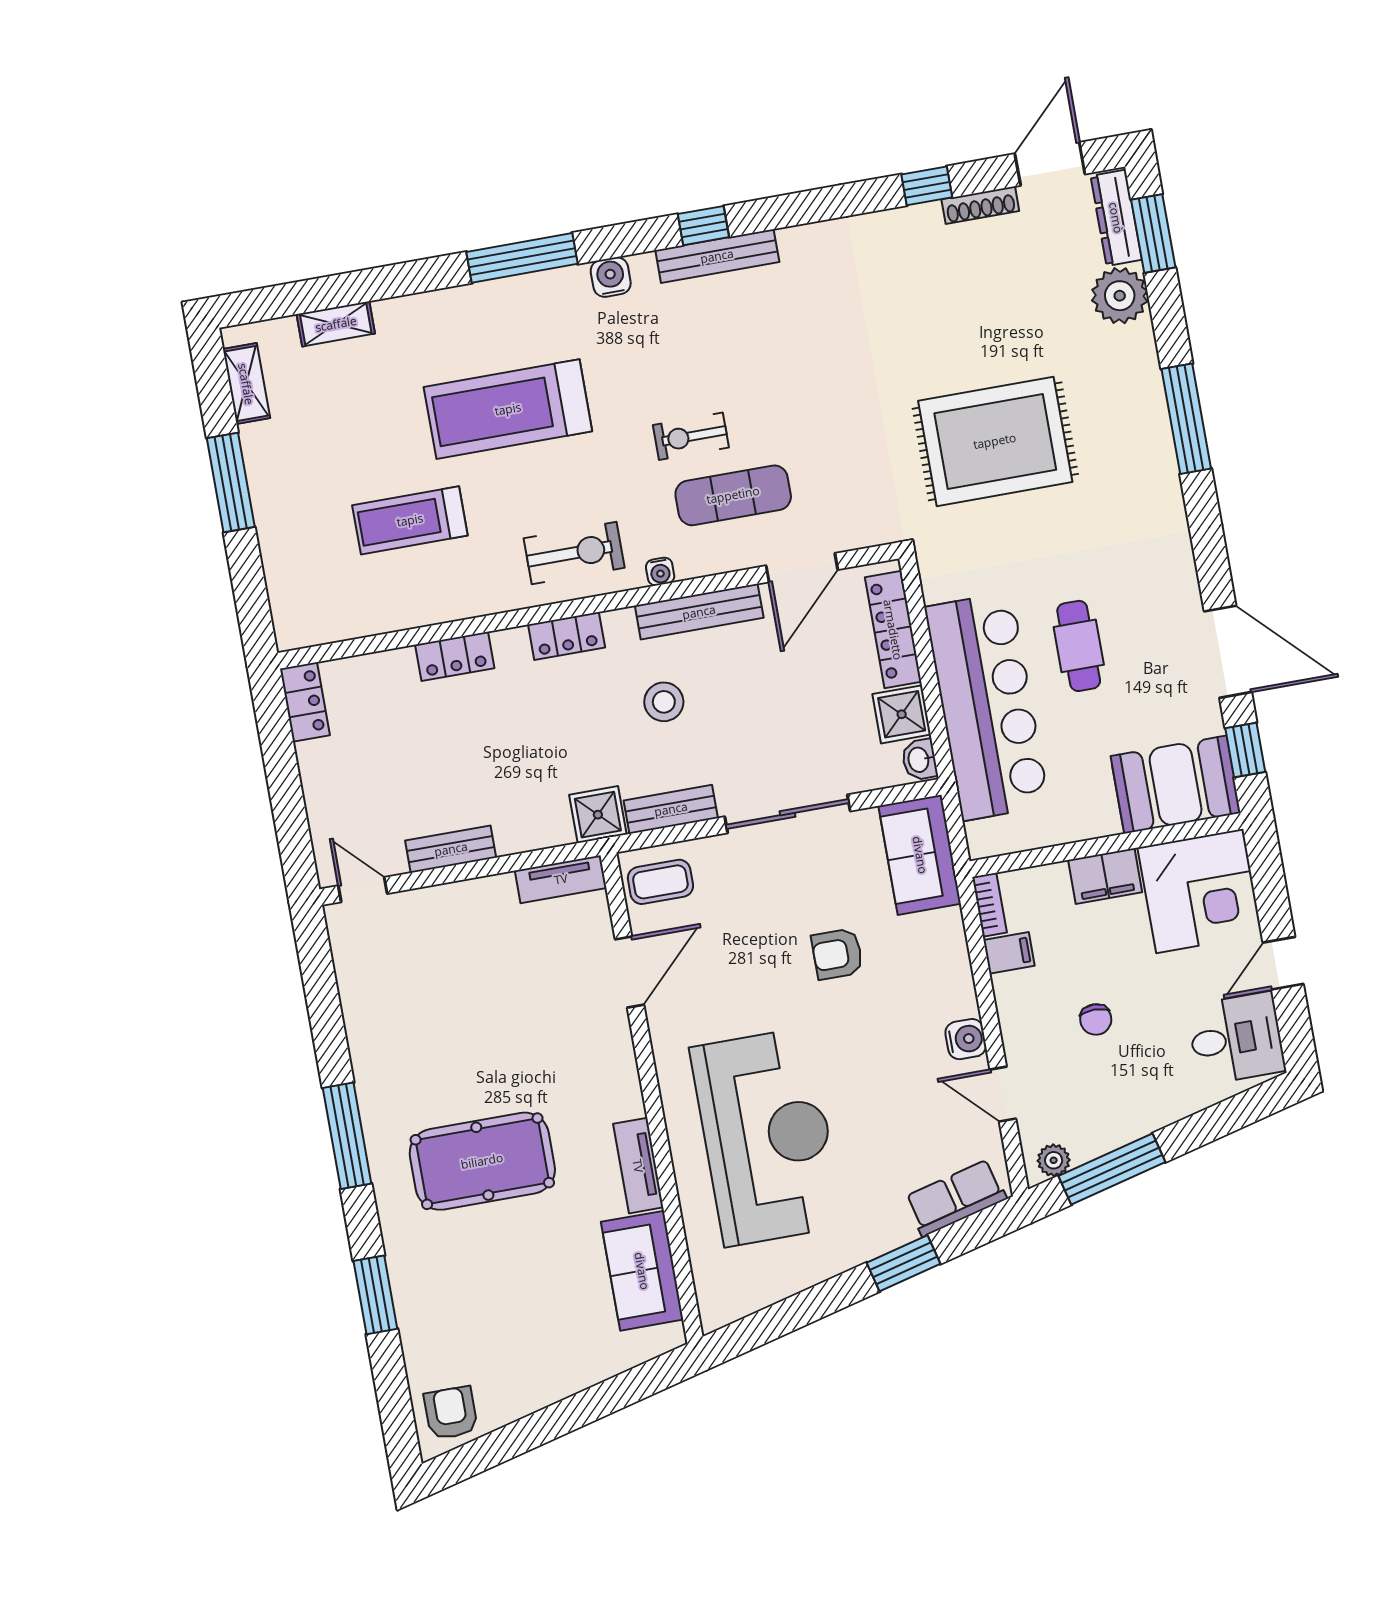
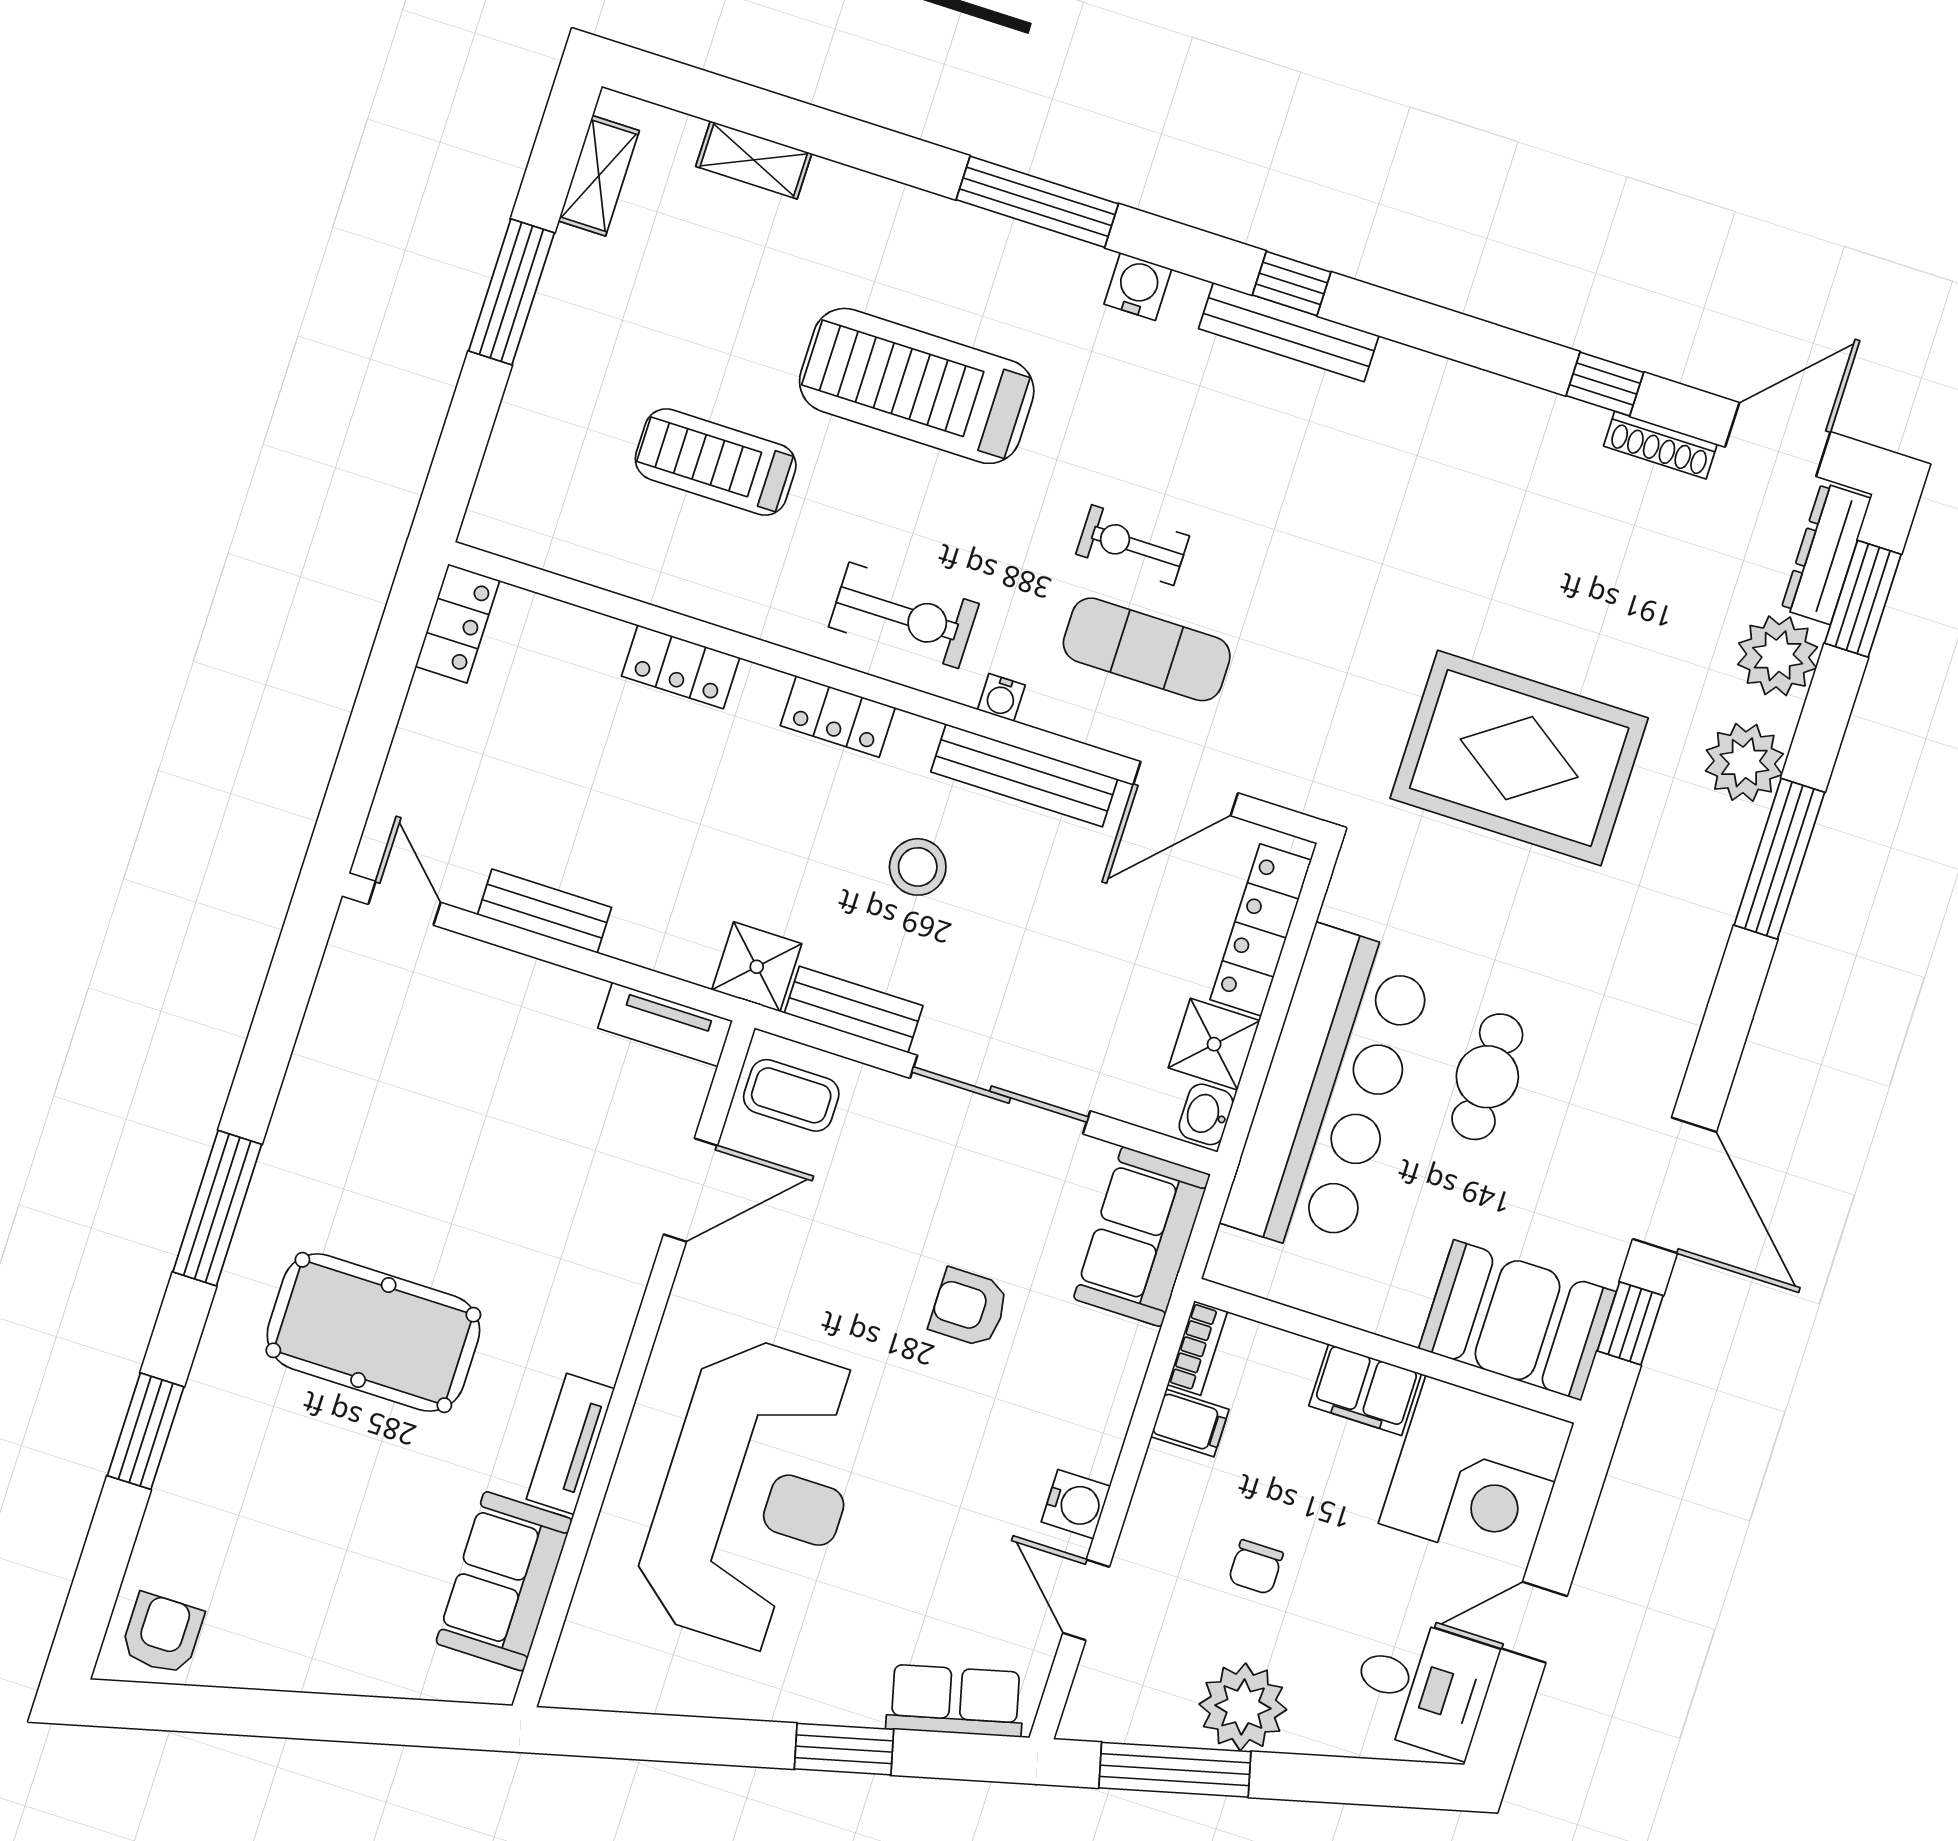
plant: (1134, 371) -> (1744, 762), added
plant: (1054, 1160) -> (1243, 1707), moved, width x1.88, depth x1.88

